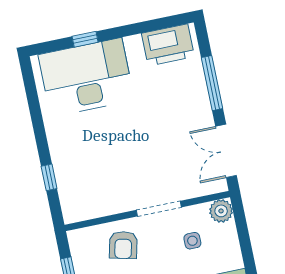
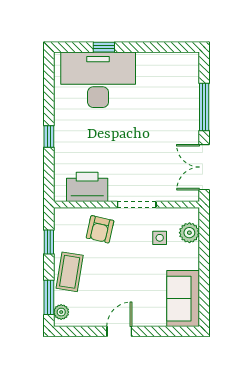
printer: (168, 45) -> (87, 187), moved, turned 180
window: (49, 177) -> (49, 136), moved
plant: (221, 211) -> (189, 233), moved

